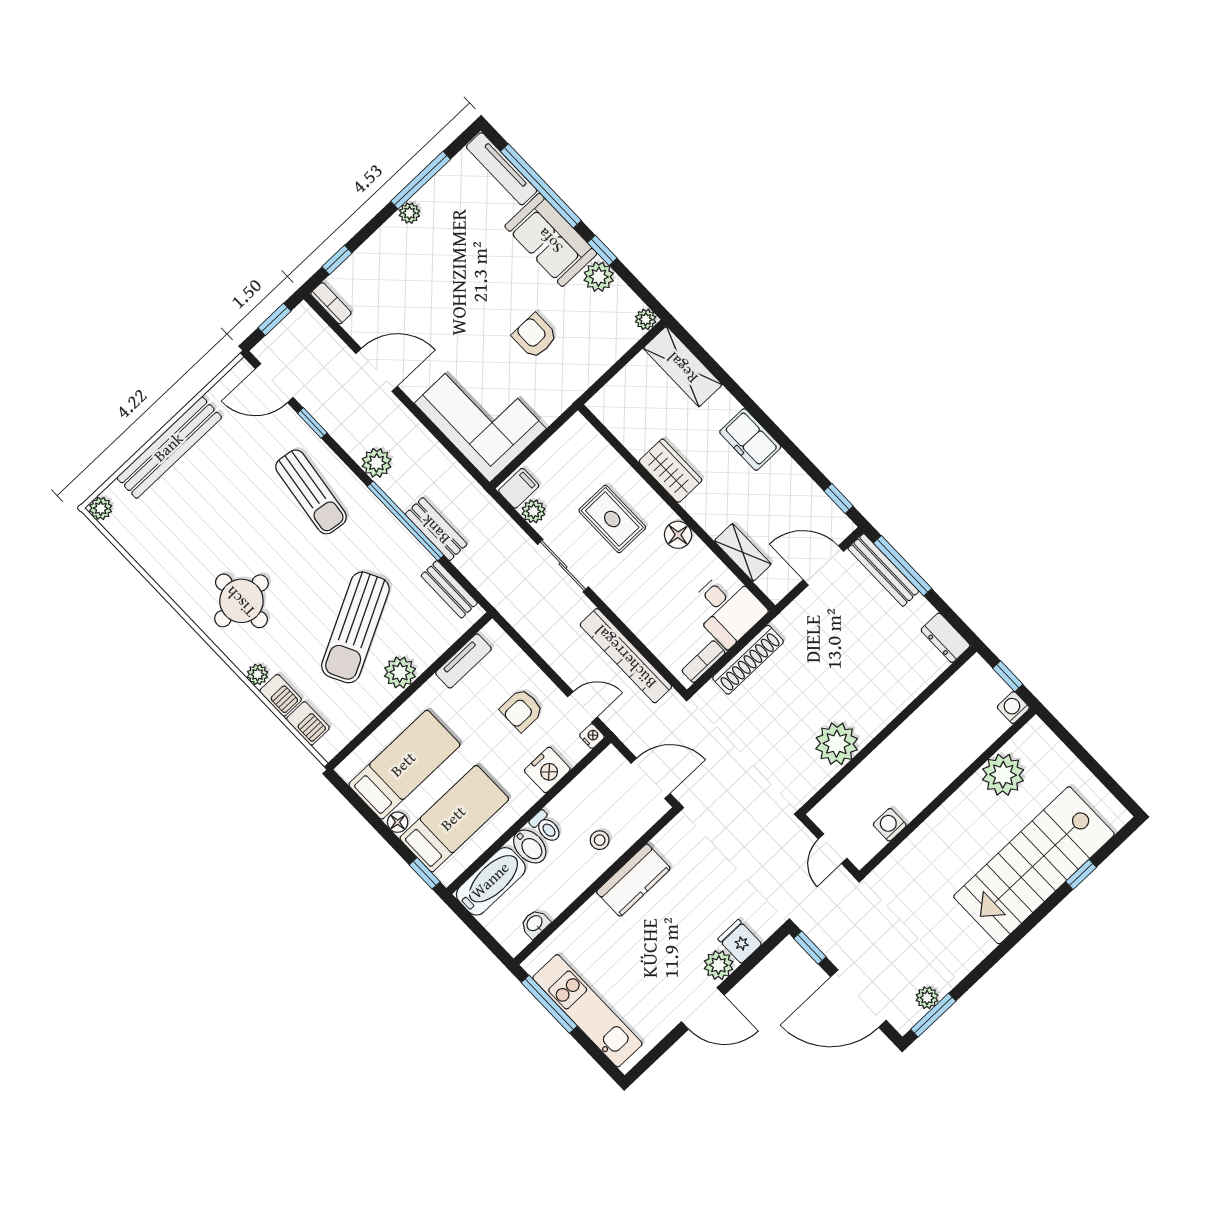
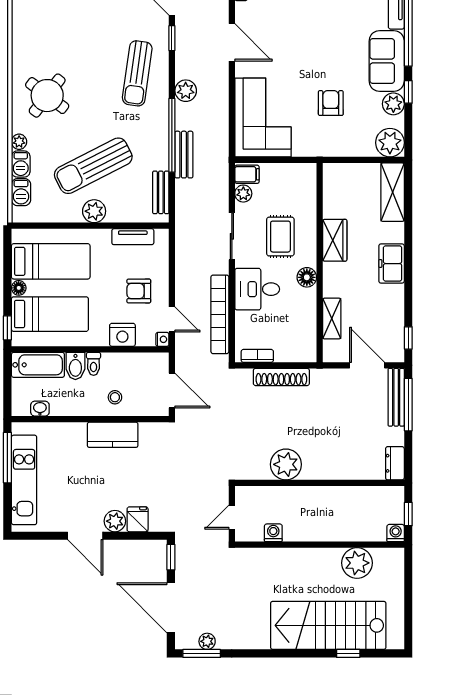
plant: (646, 319) -> (390, 143), width x1.88, depth x1.88
round table: (241, 601) -> (47, 96), turned 37
desk: (727, 609) -> (257, 289), moved, turned 90

